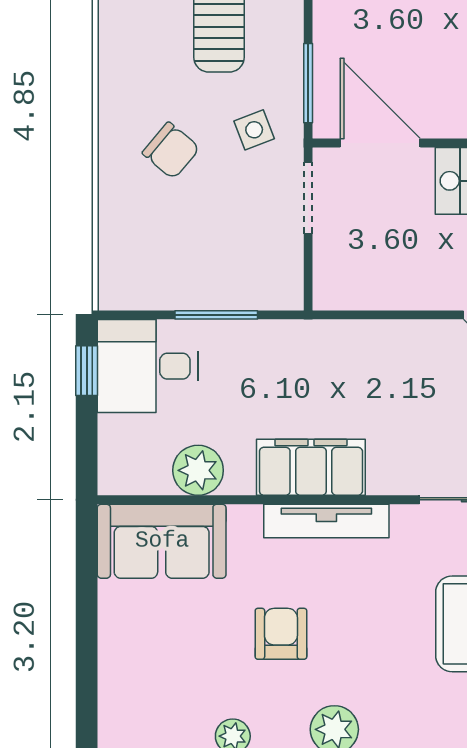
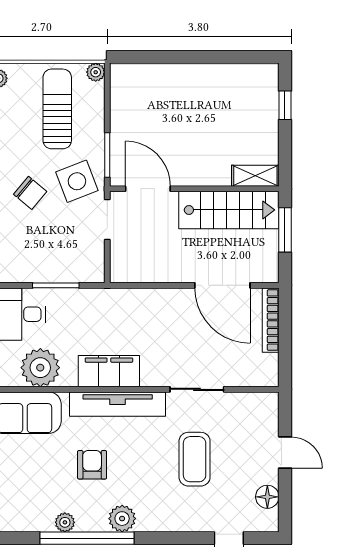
side table: (254, 130) -> (77, 181), width x1.87, depth x1.87
plant: (198, 470) -> (40, 368), width x1.36, depth x1.36
tv unit: (326, 521) -> (118, 404), width x1.36, depth x1.29

